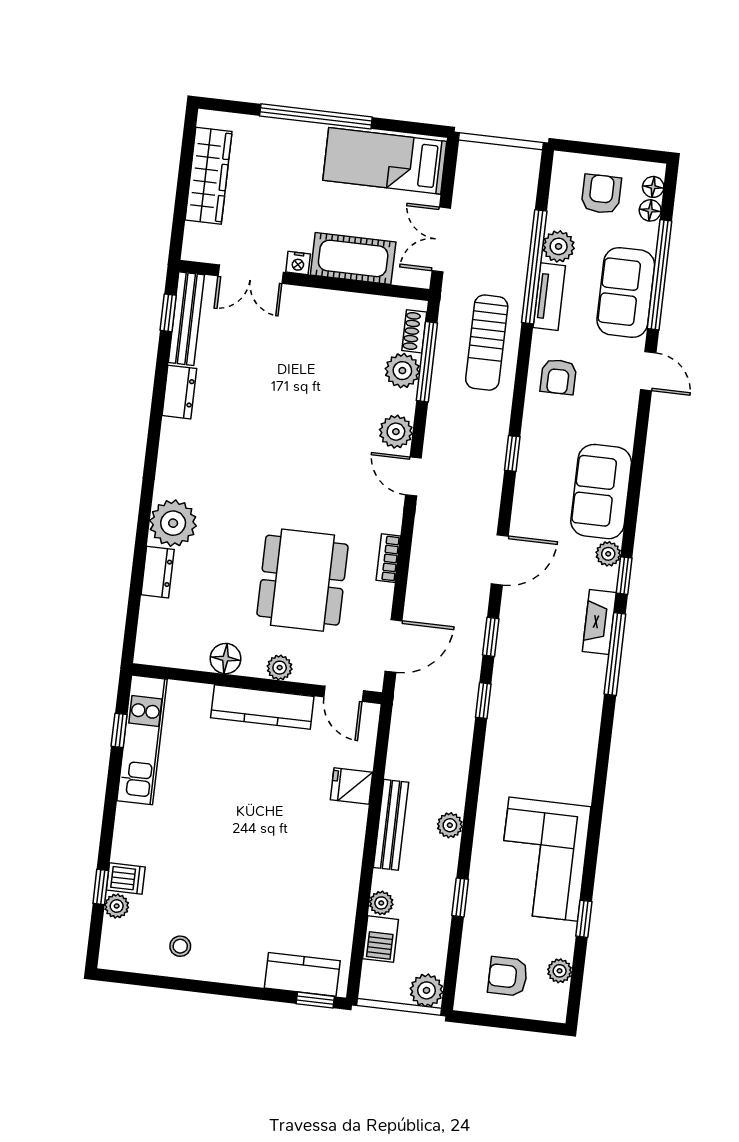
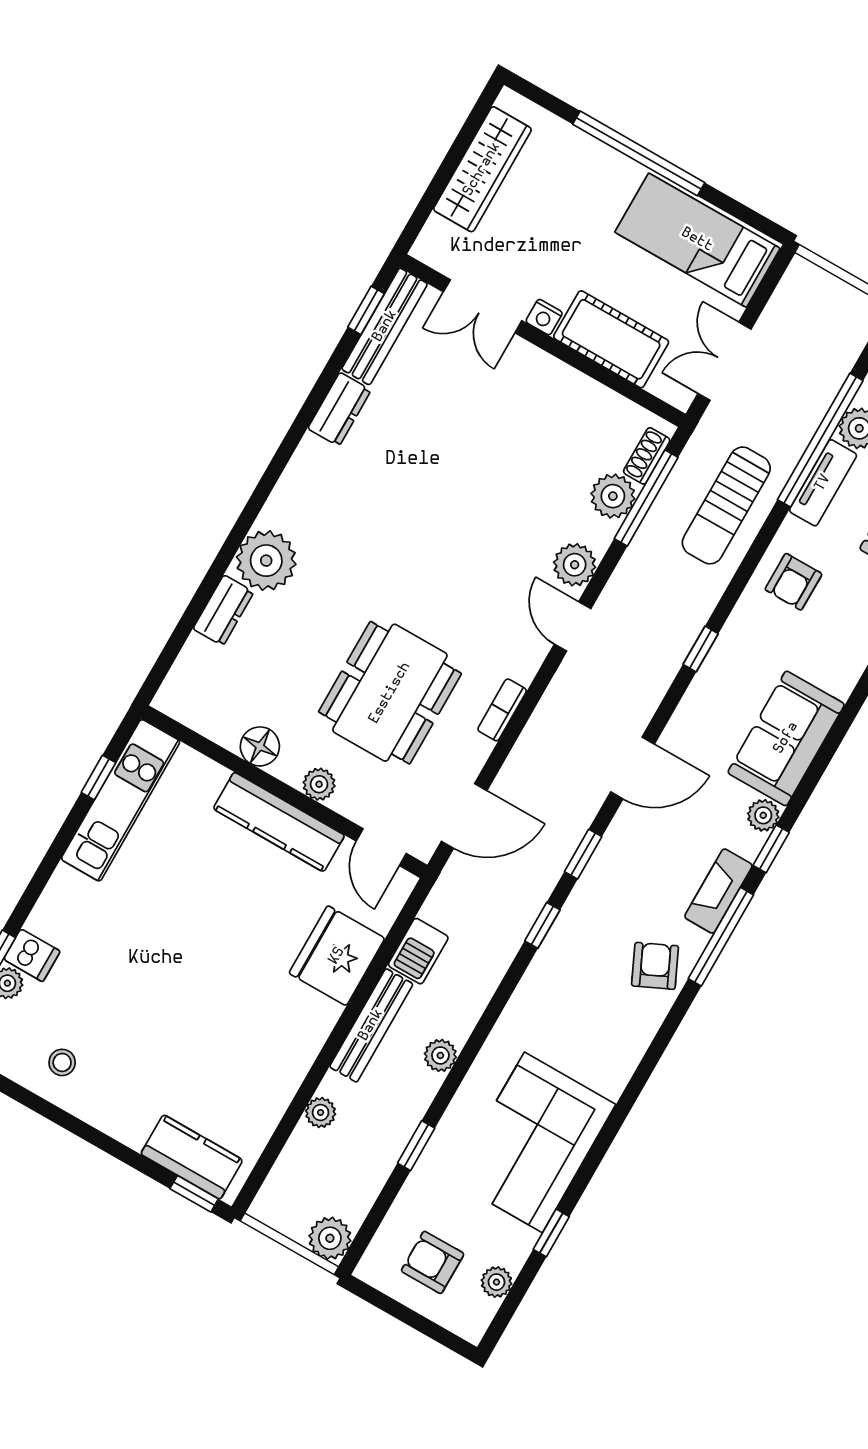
armchair: (577, 695) -> (655, 966), added
fridge: (351, 786) -> (337, 956), width x1.88, depth x1.34
barbecue: (381, 939) -> (418, 951), moved

